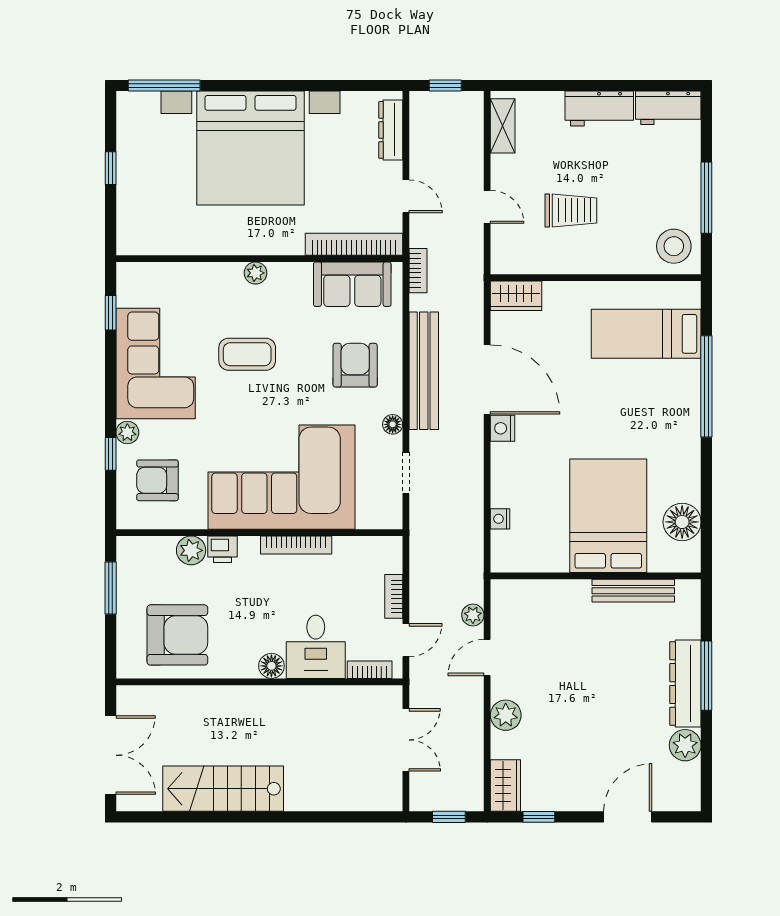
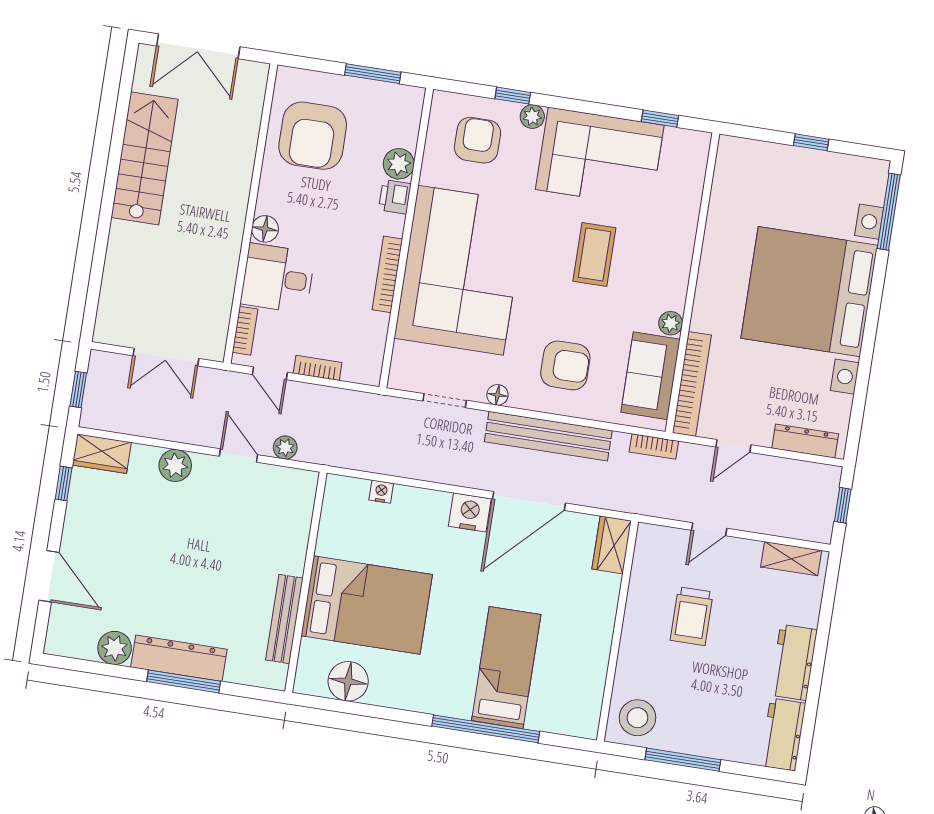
plant: (256, 273) -> (671, 323), moved
bed: (646, 334) -> (506, 668), moved
nightstand: (503, 428) -> (470, 512), width x1.36, depth x1.33

